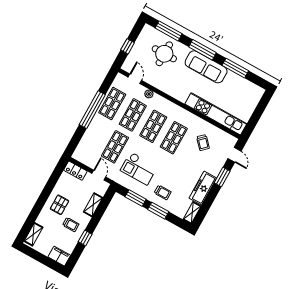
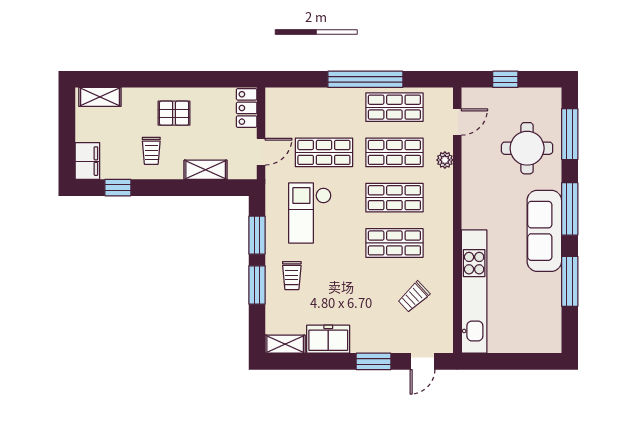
freezer: (203, 188) -> (328, 339), width x0.71
window: (85, 238) -> (118, 188), moved

